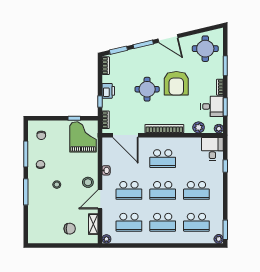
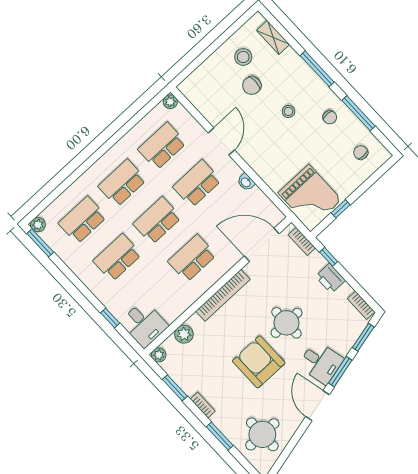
door: (168, 38) -> (318, 406), hinge flipped
desk: (212, 106) -> (321, 363), moved, turned -103
stool: (88, 182) -> (243, 57), moved
shelving: (93, 224) -> (273, 37), moved
chair: (70, 229) -> (252, 85), moved

